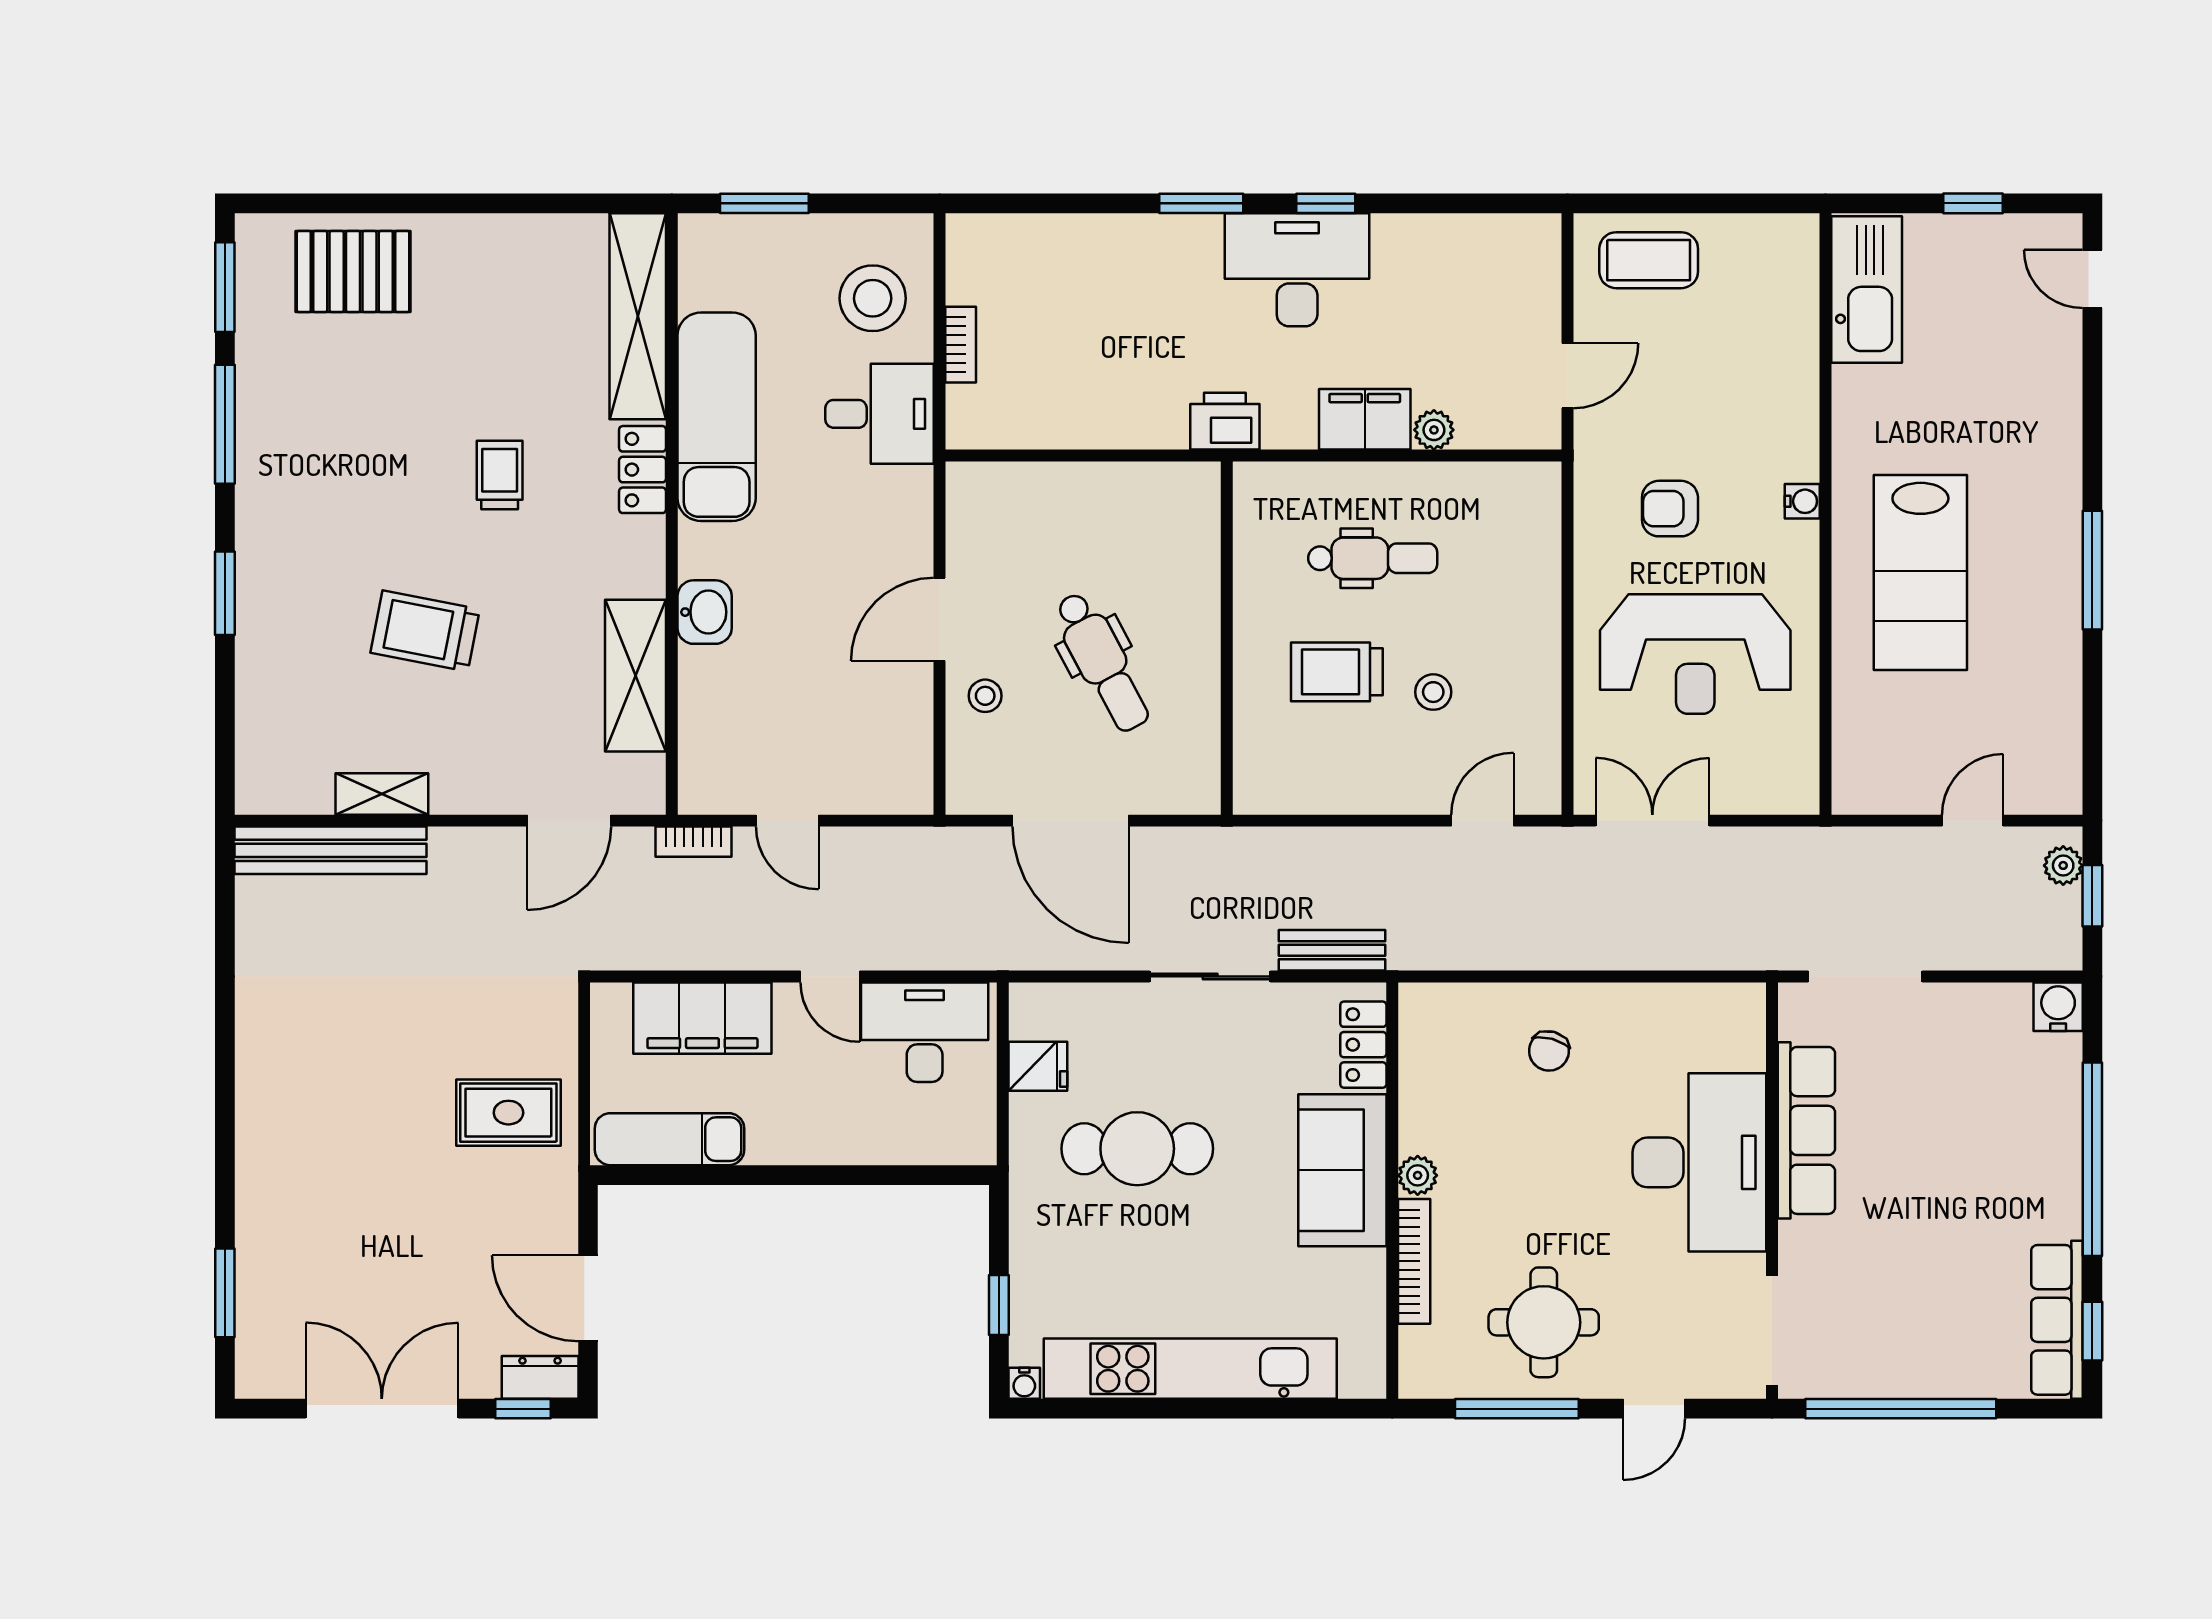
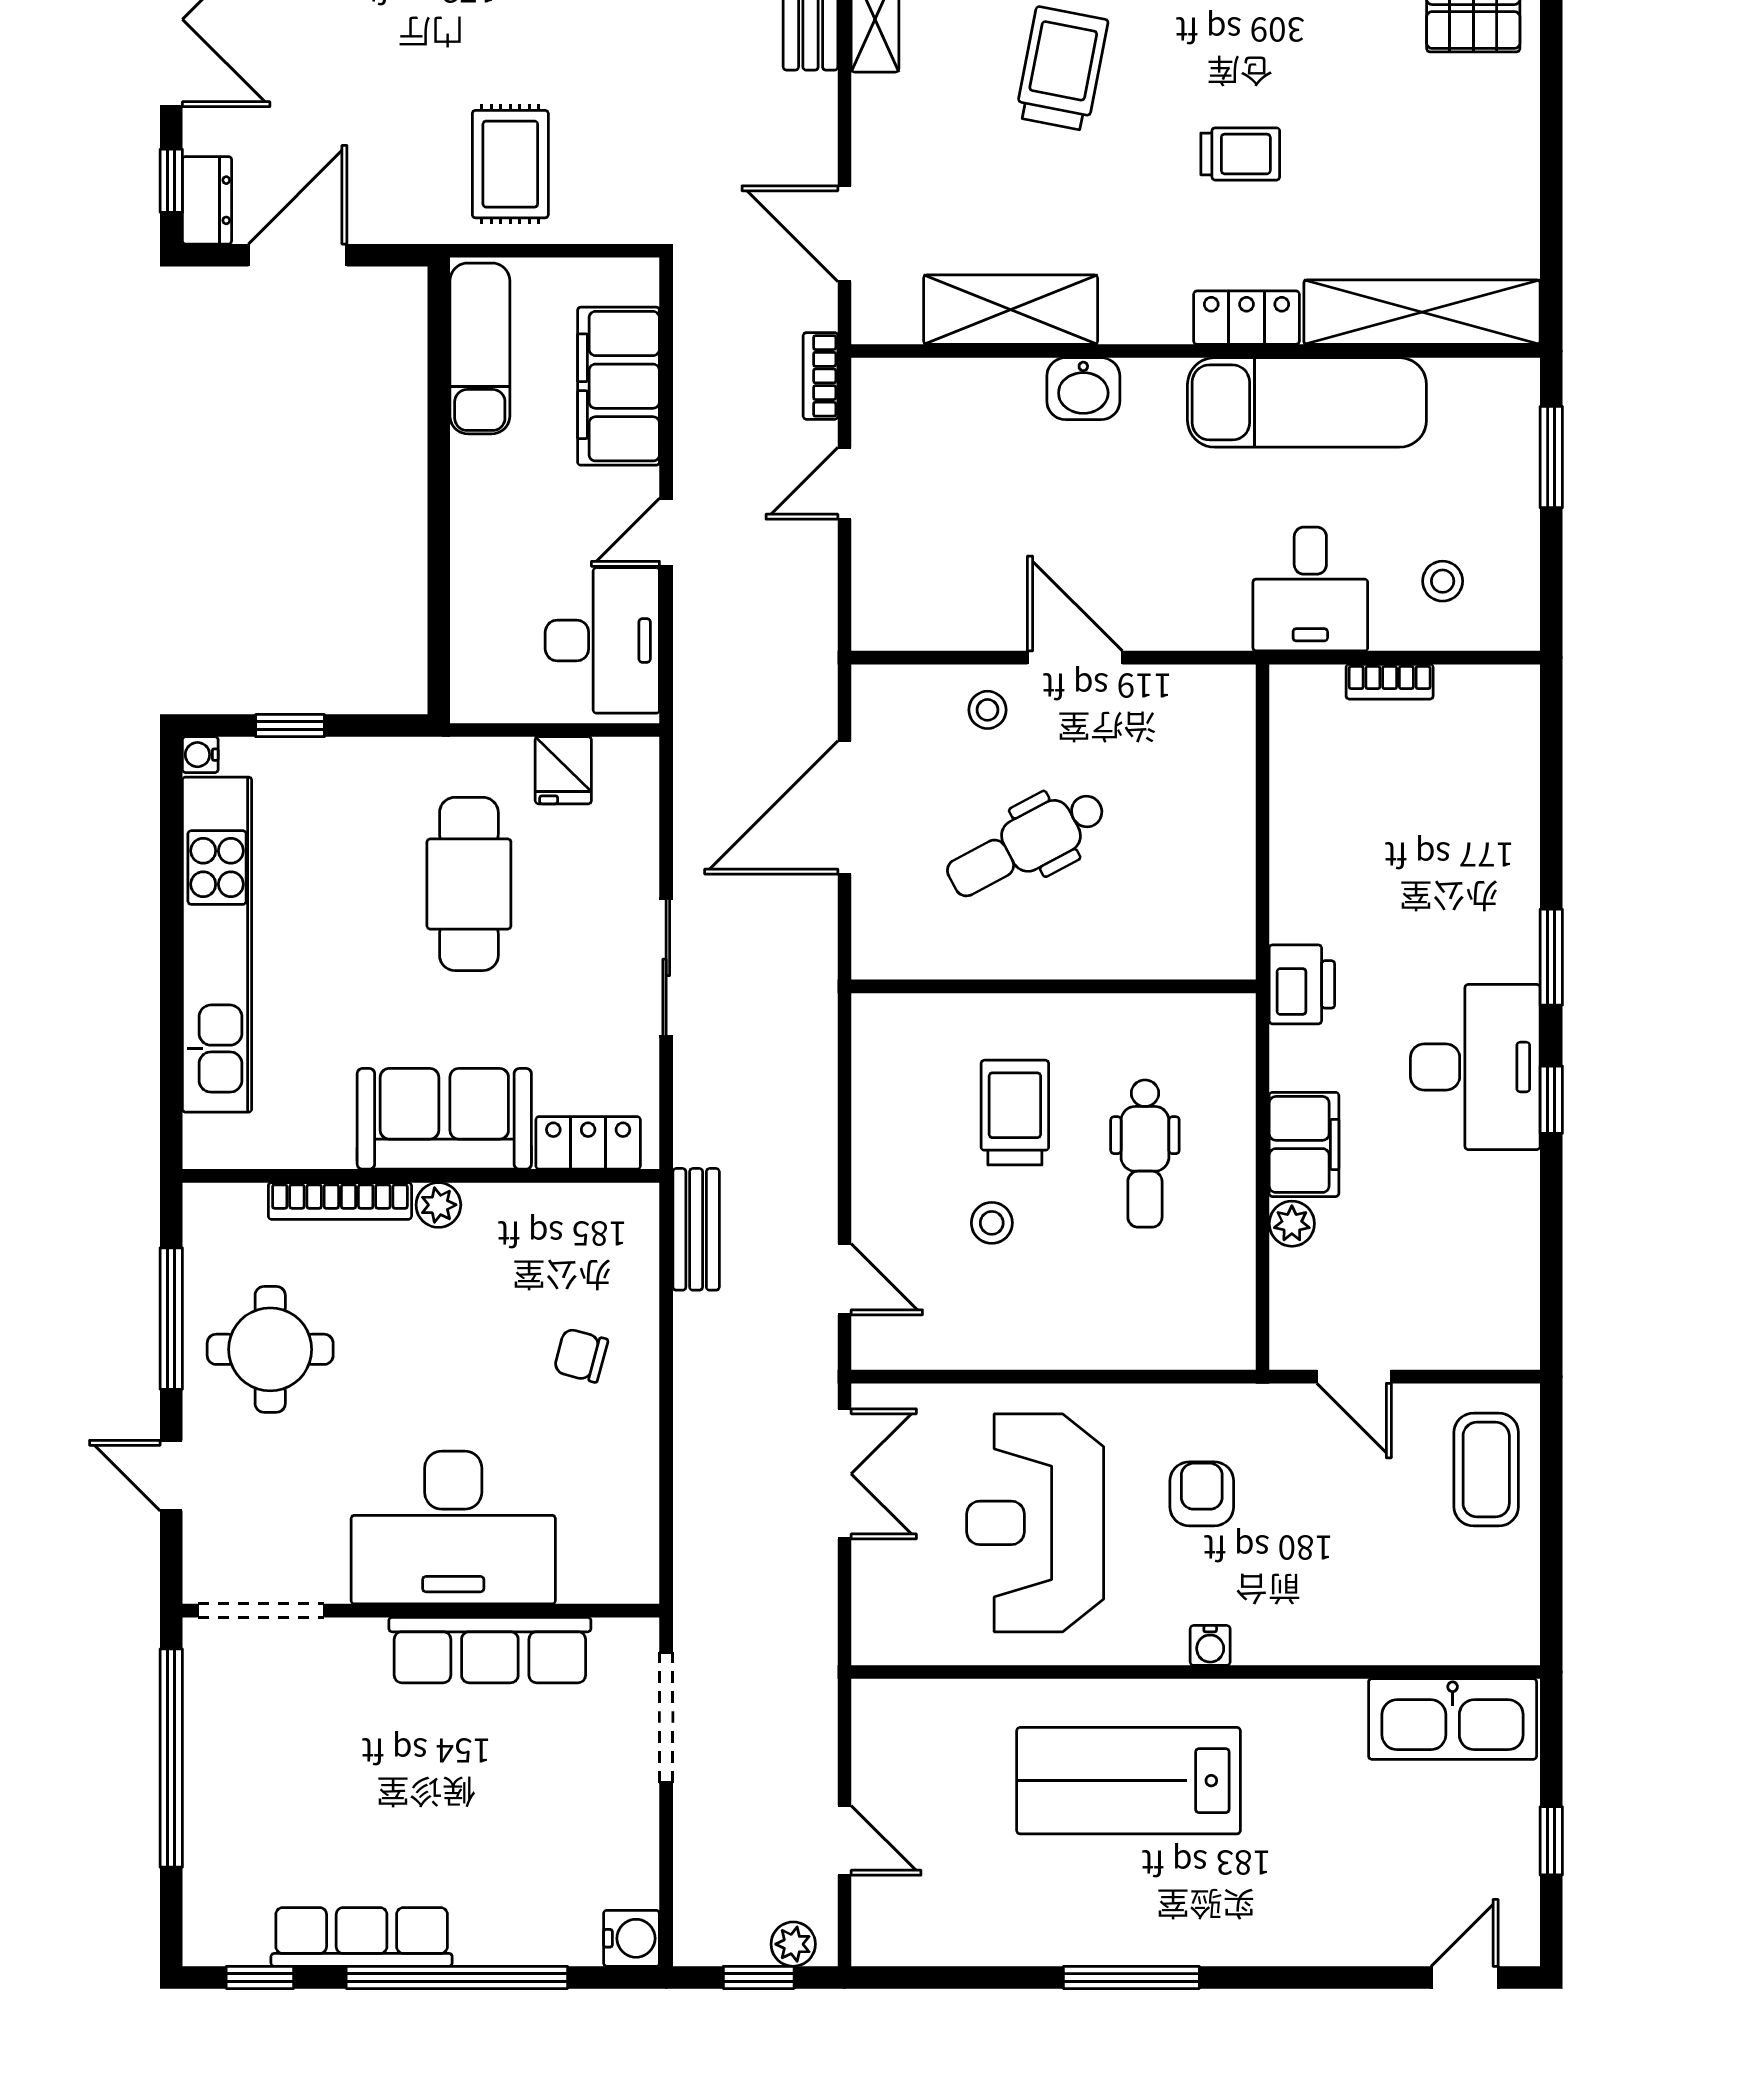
stool: (873, 298) -> (1443, 581), width x0.53, depth x0.53
bench: (1332, 950) -> (696, 1229), moved
row of seats: (2057, 1320) -> (362, 1937), moved

